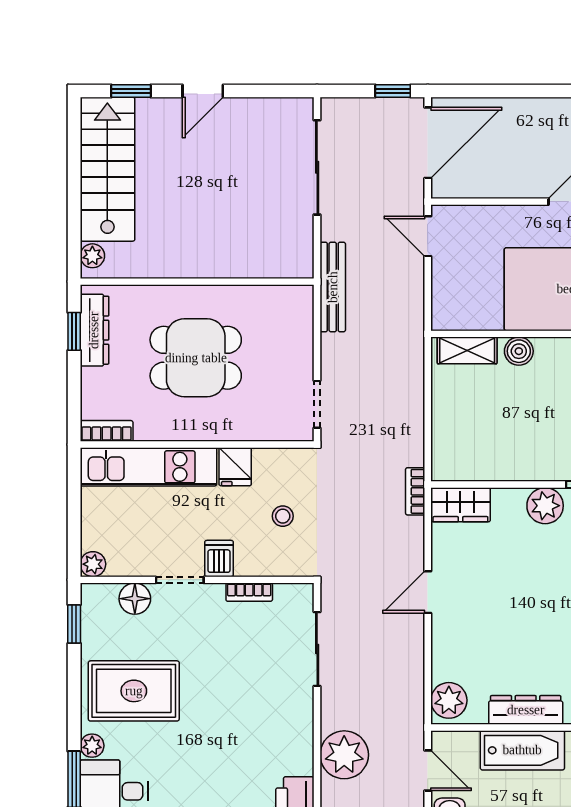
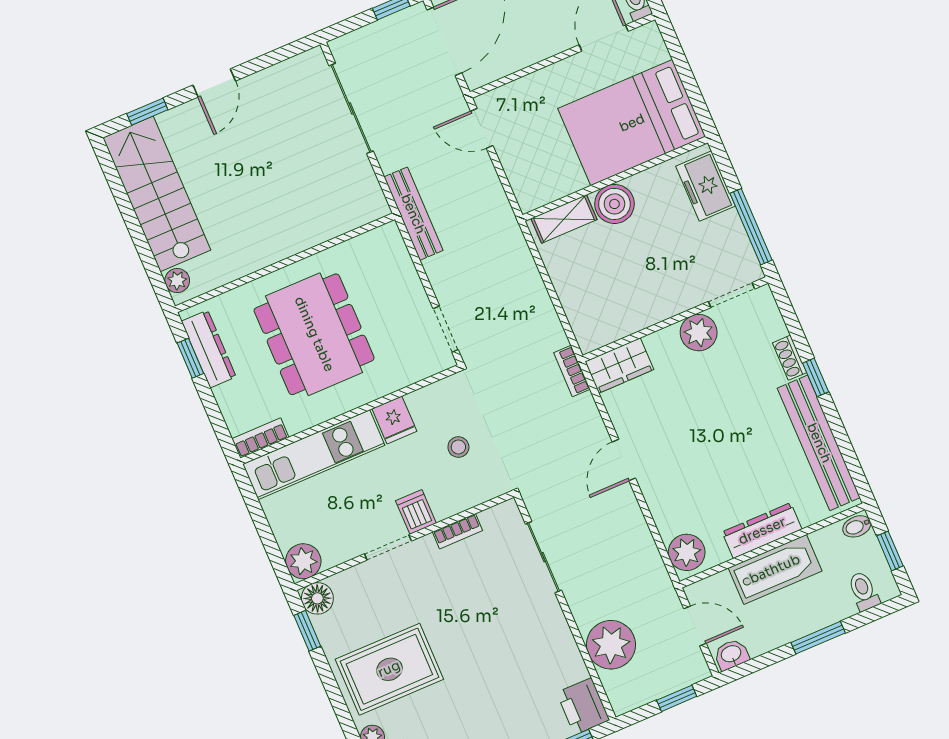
boiler: (519, 351) -> (614, 204), width x1.36, depth x1.36
dining table: (196, 358) -> (314, 334), width x1.37
plant: (93, 564) -> (303, 561), width x1.38, depth x1.38
floor lamp: (135, 599) -> (317, 598), moved

